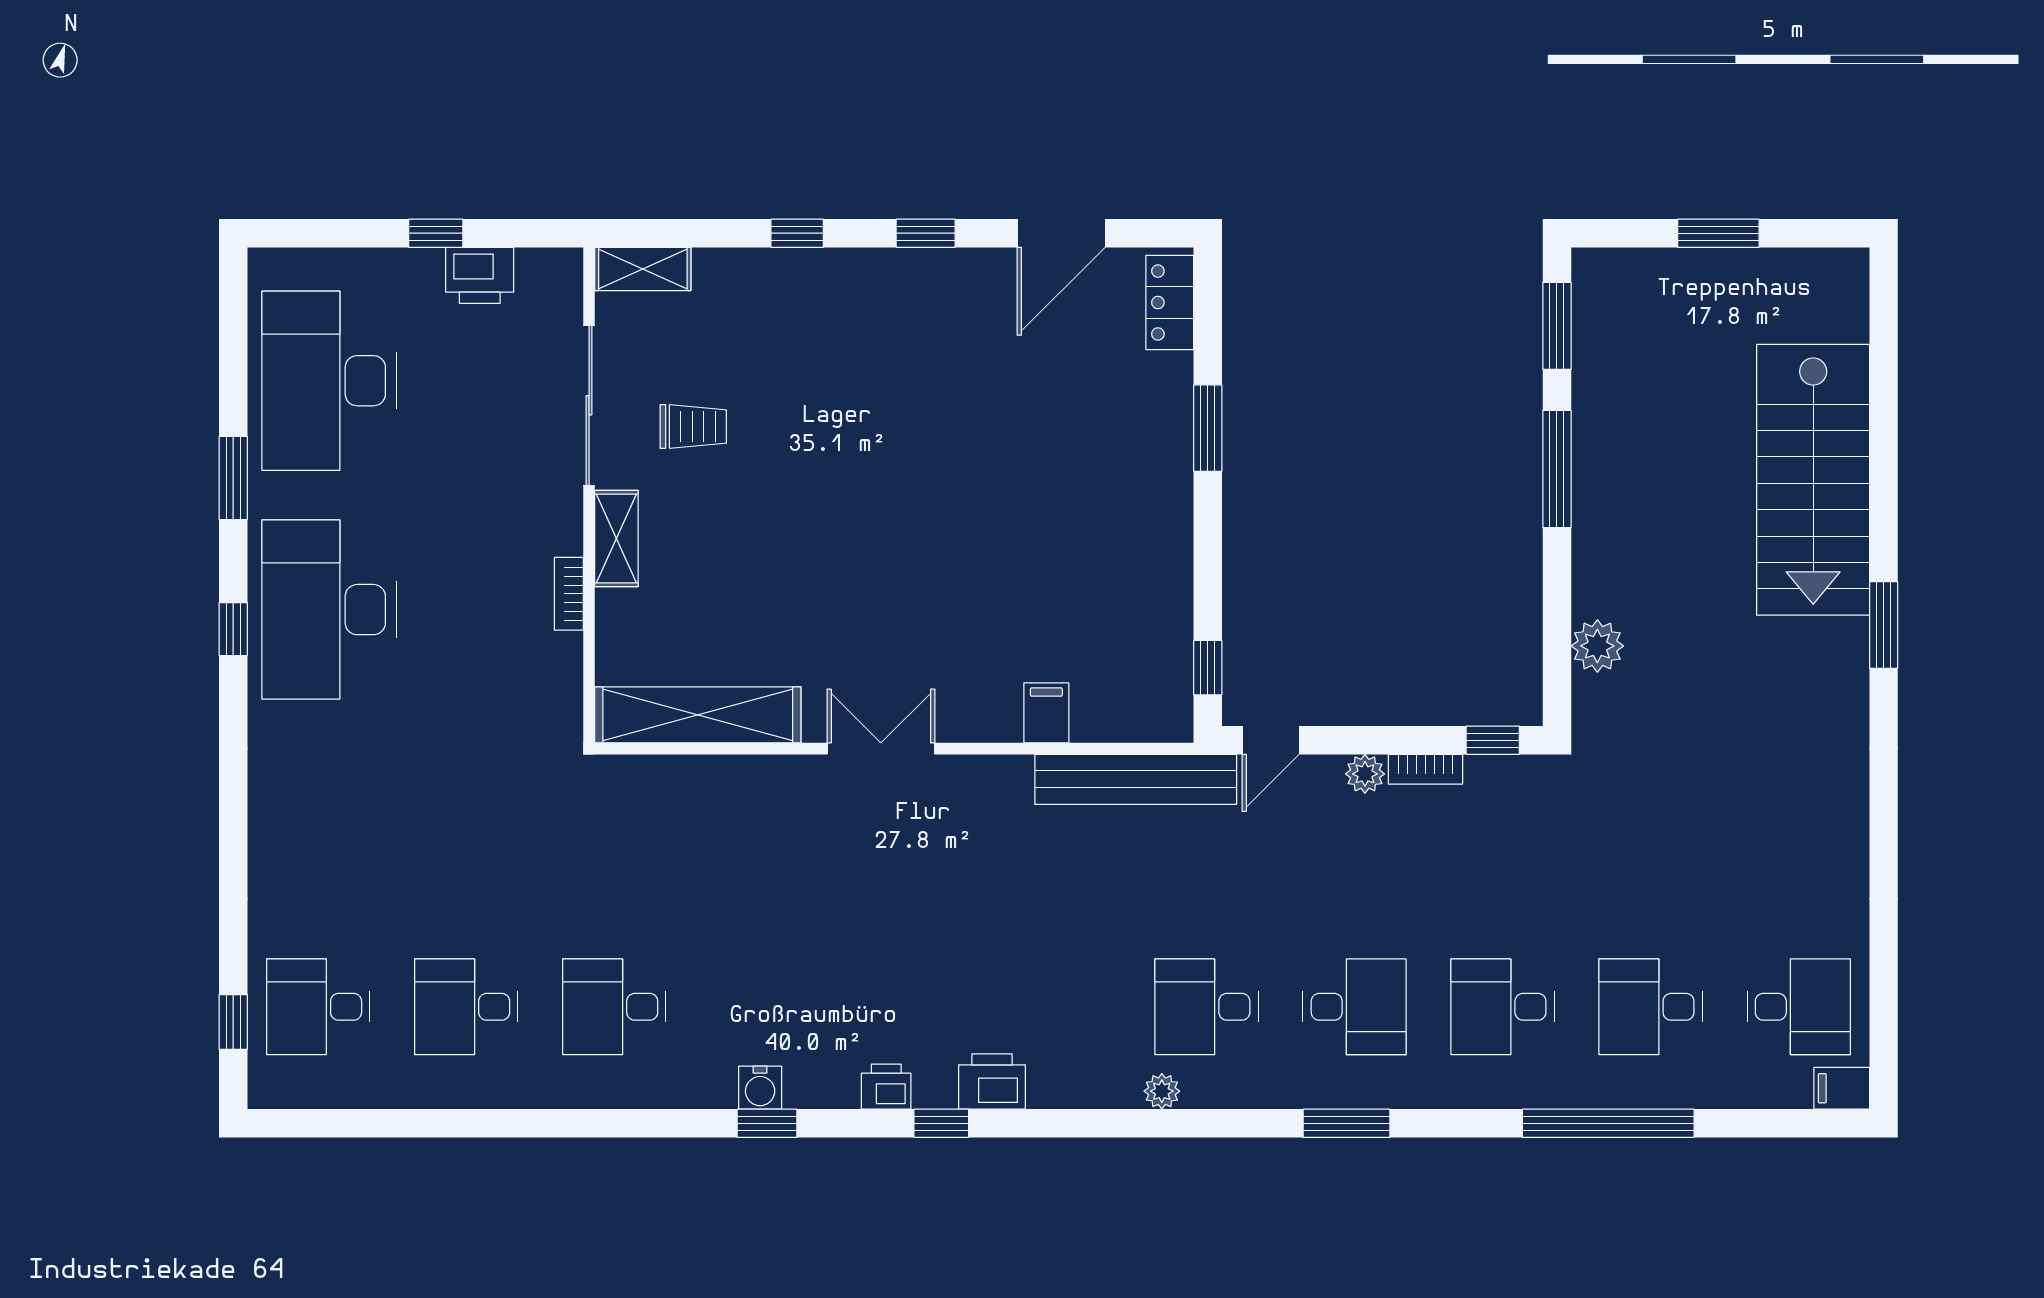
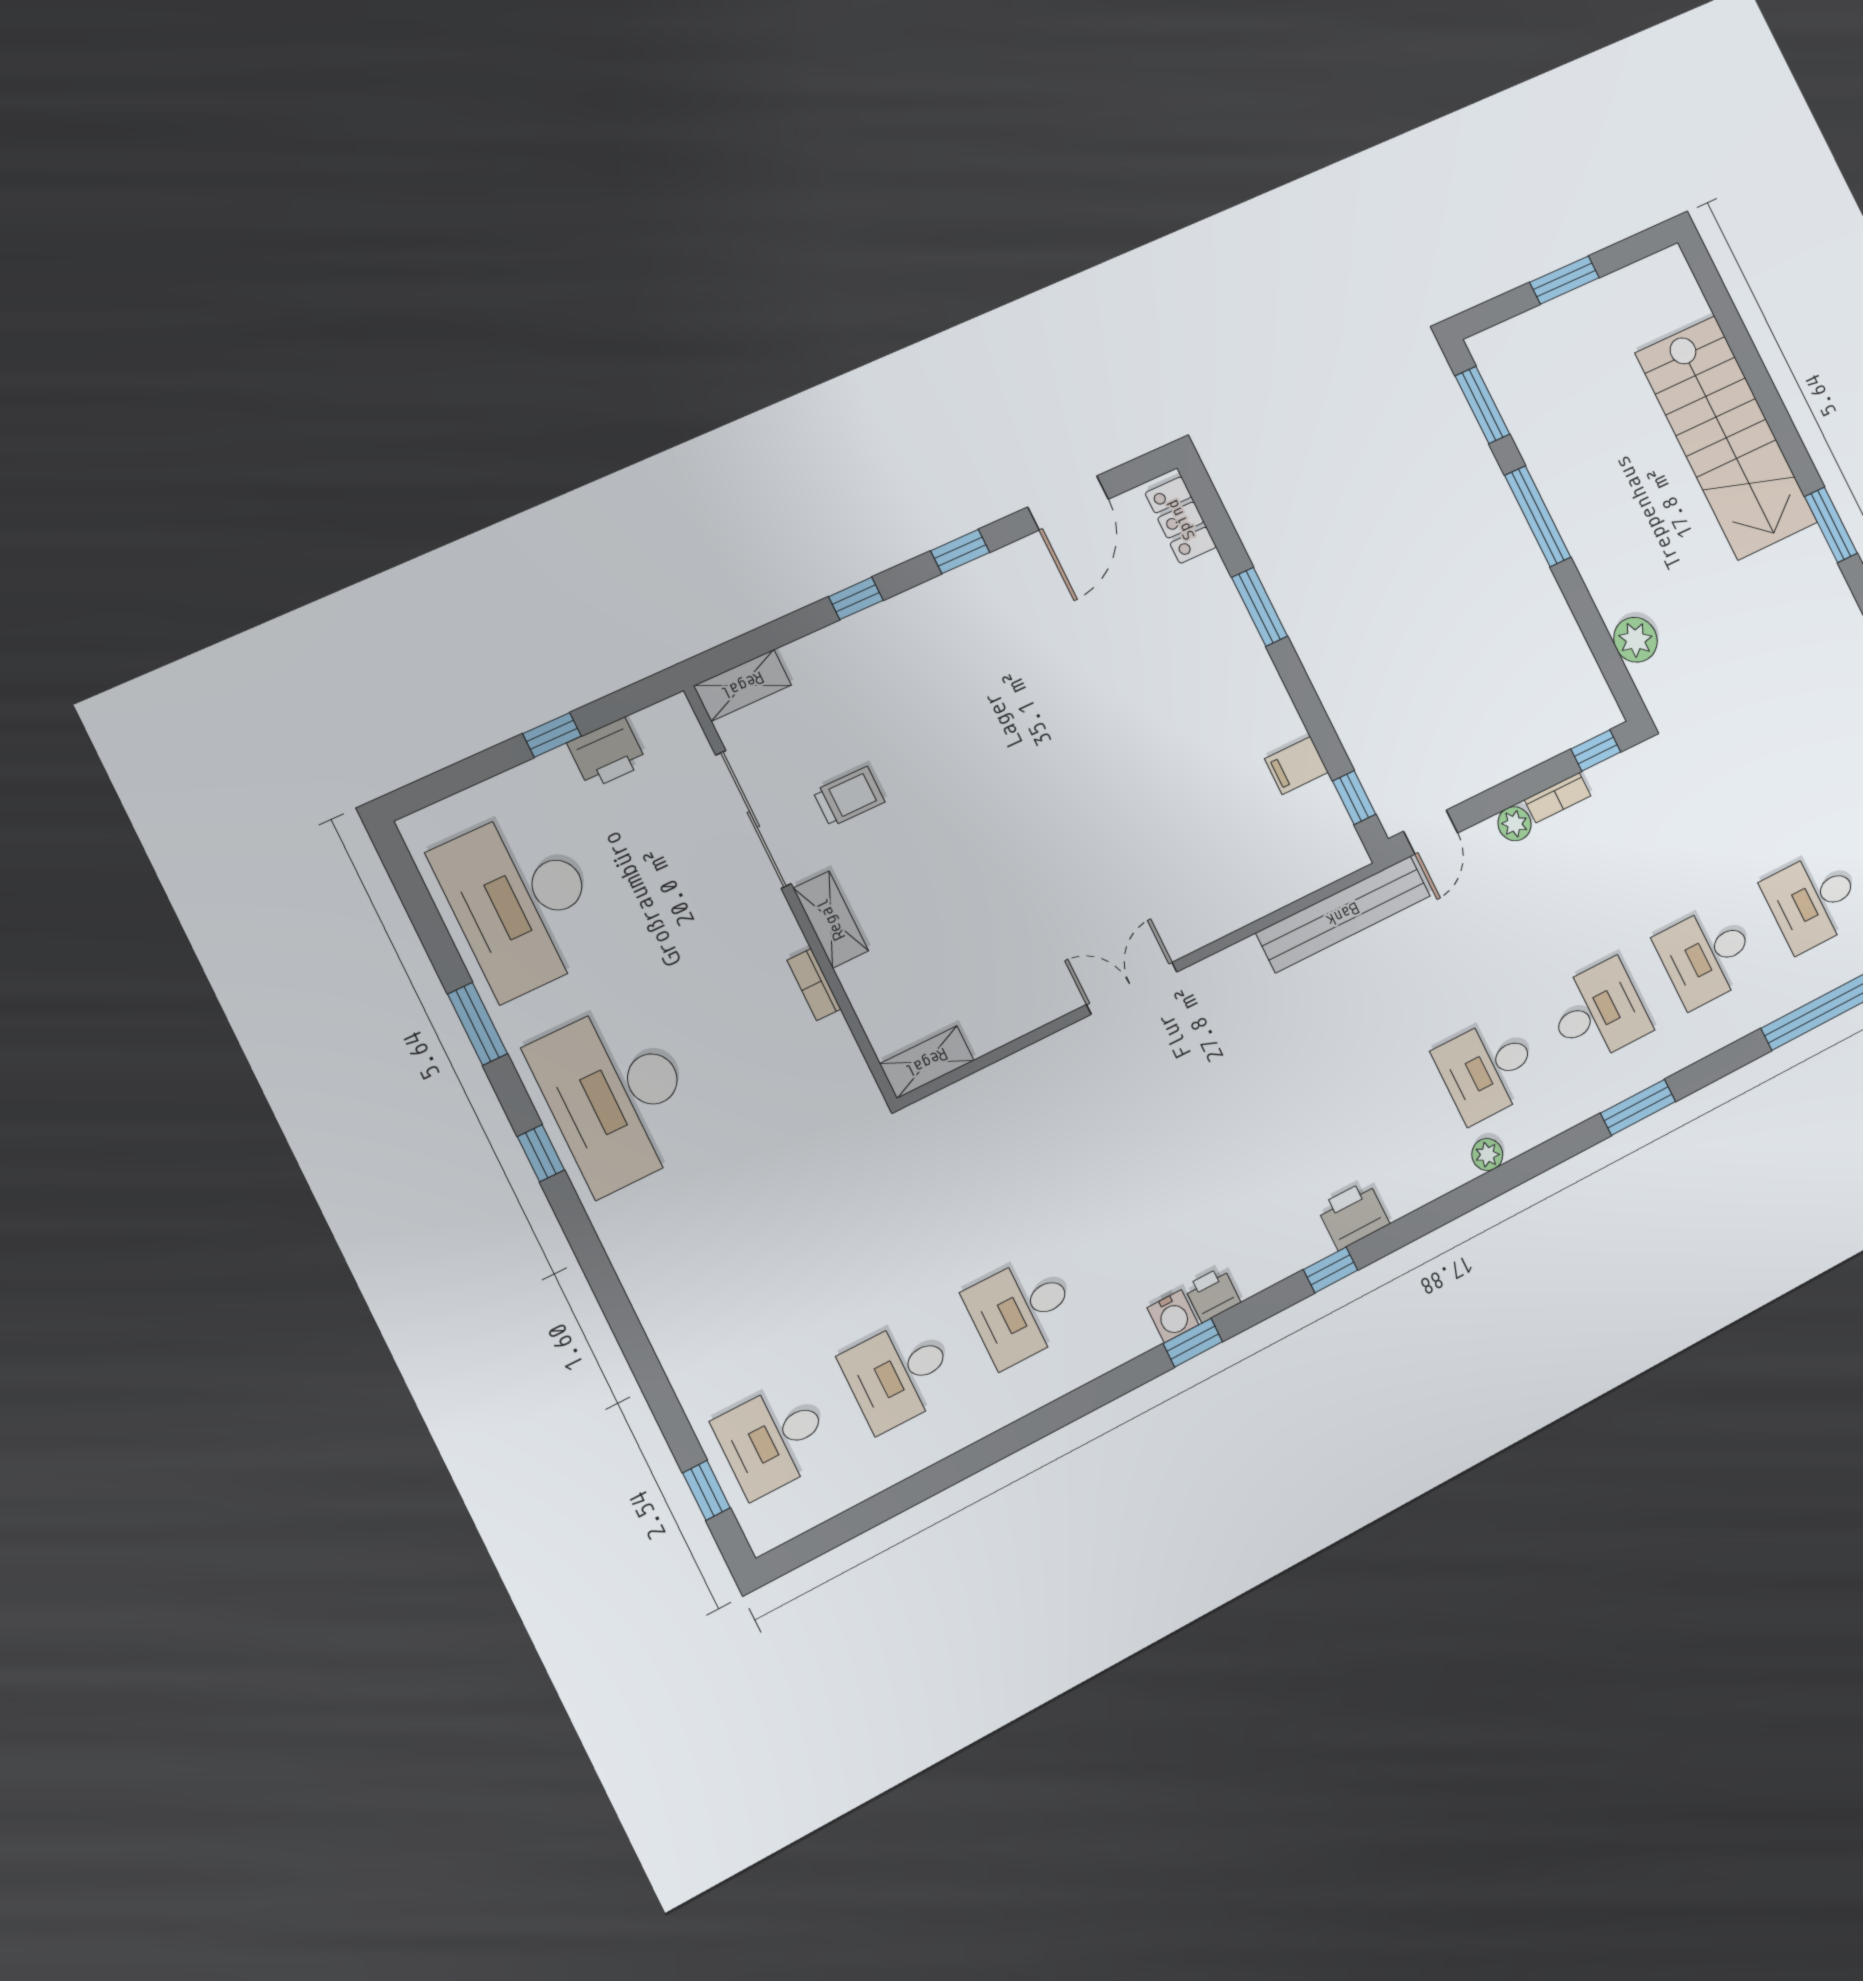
filing cabinet: (1046, 713) -> (1296, 766), moved, turned -90
shelving: (698, 715) -> (927, 1062), width x0.45, depth x0.75
printer: (886, 1087) -> (1212, 1294), moved

